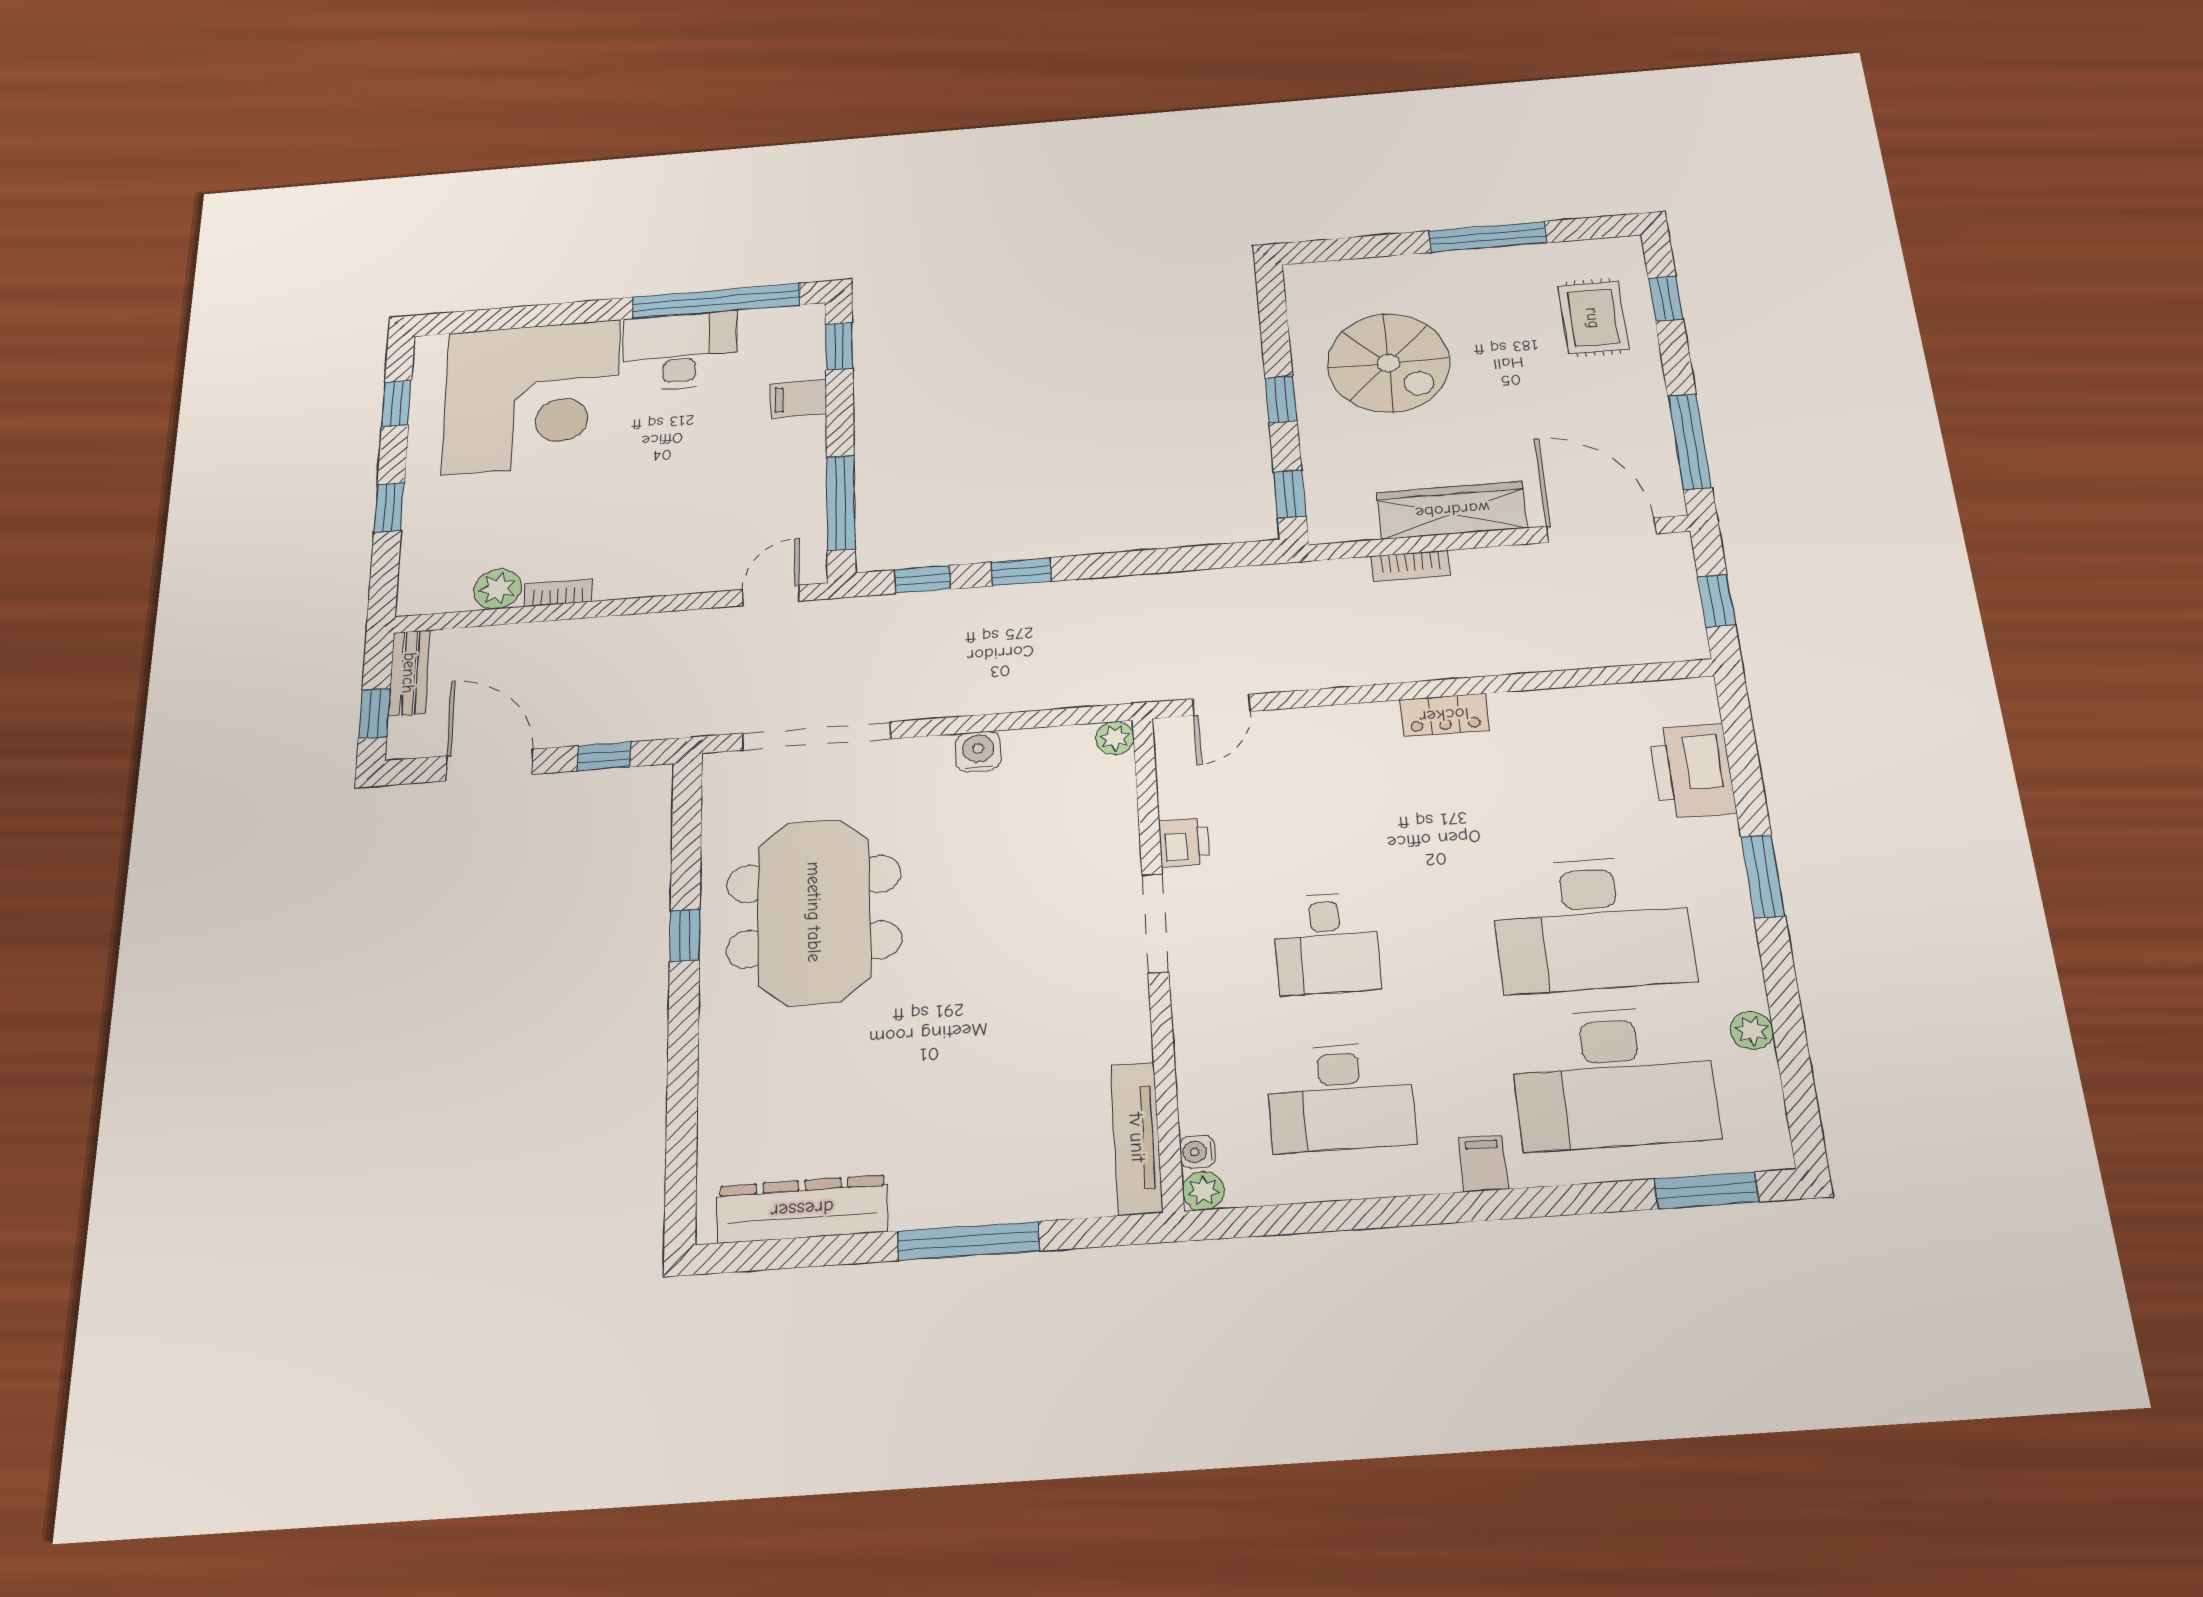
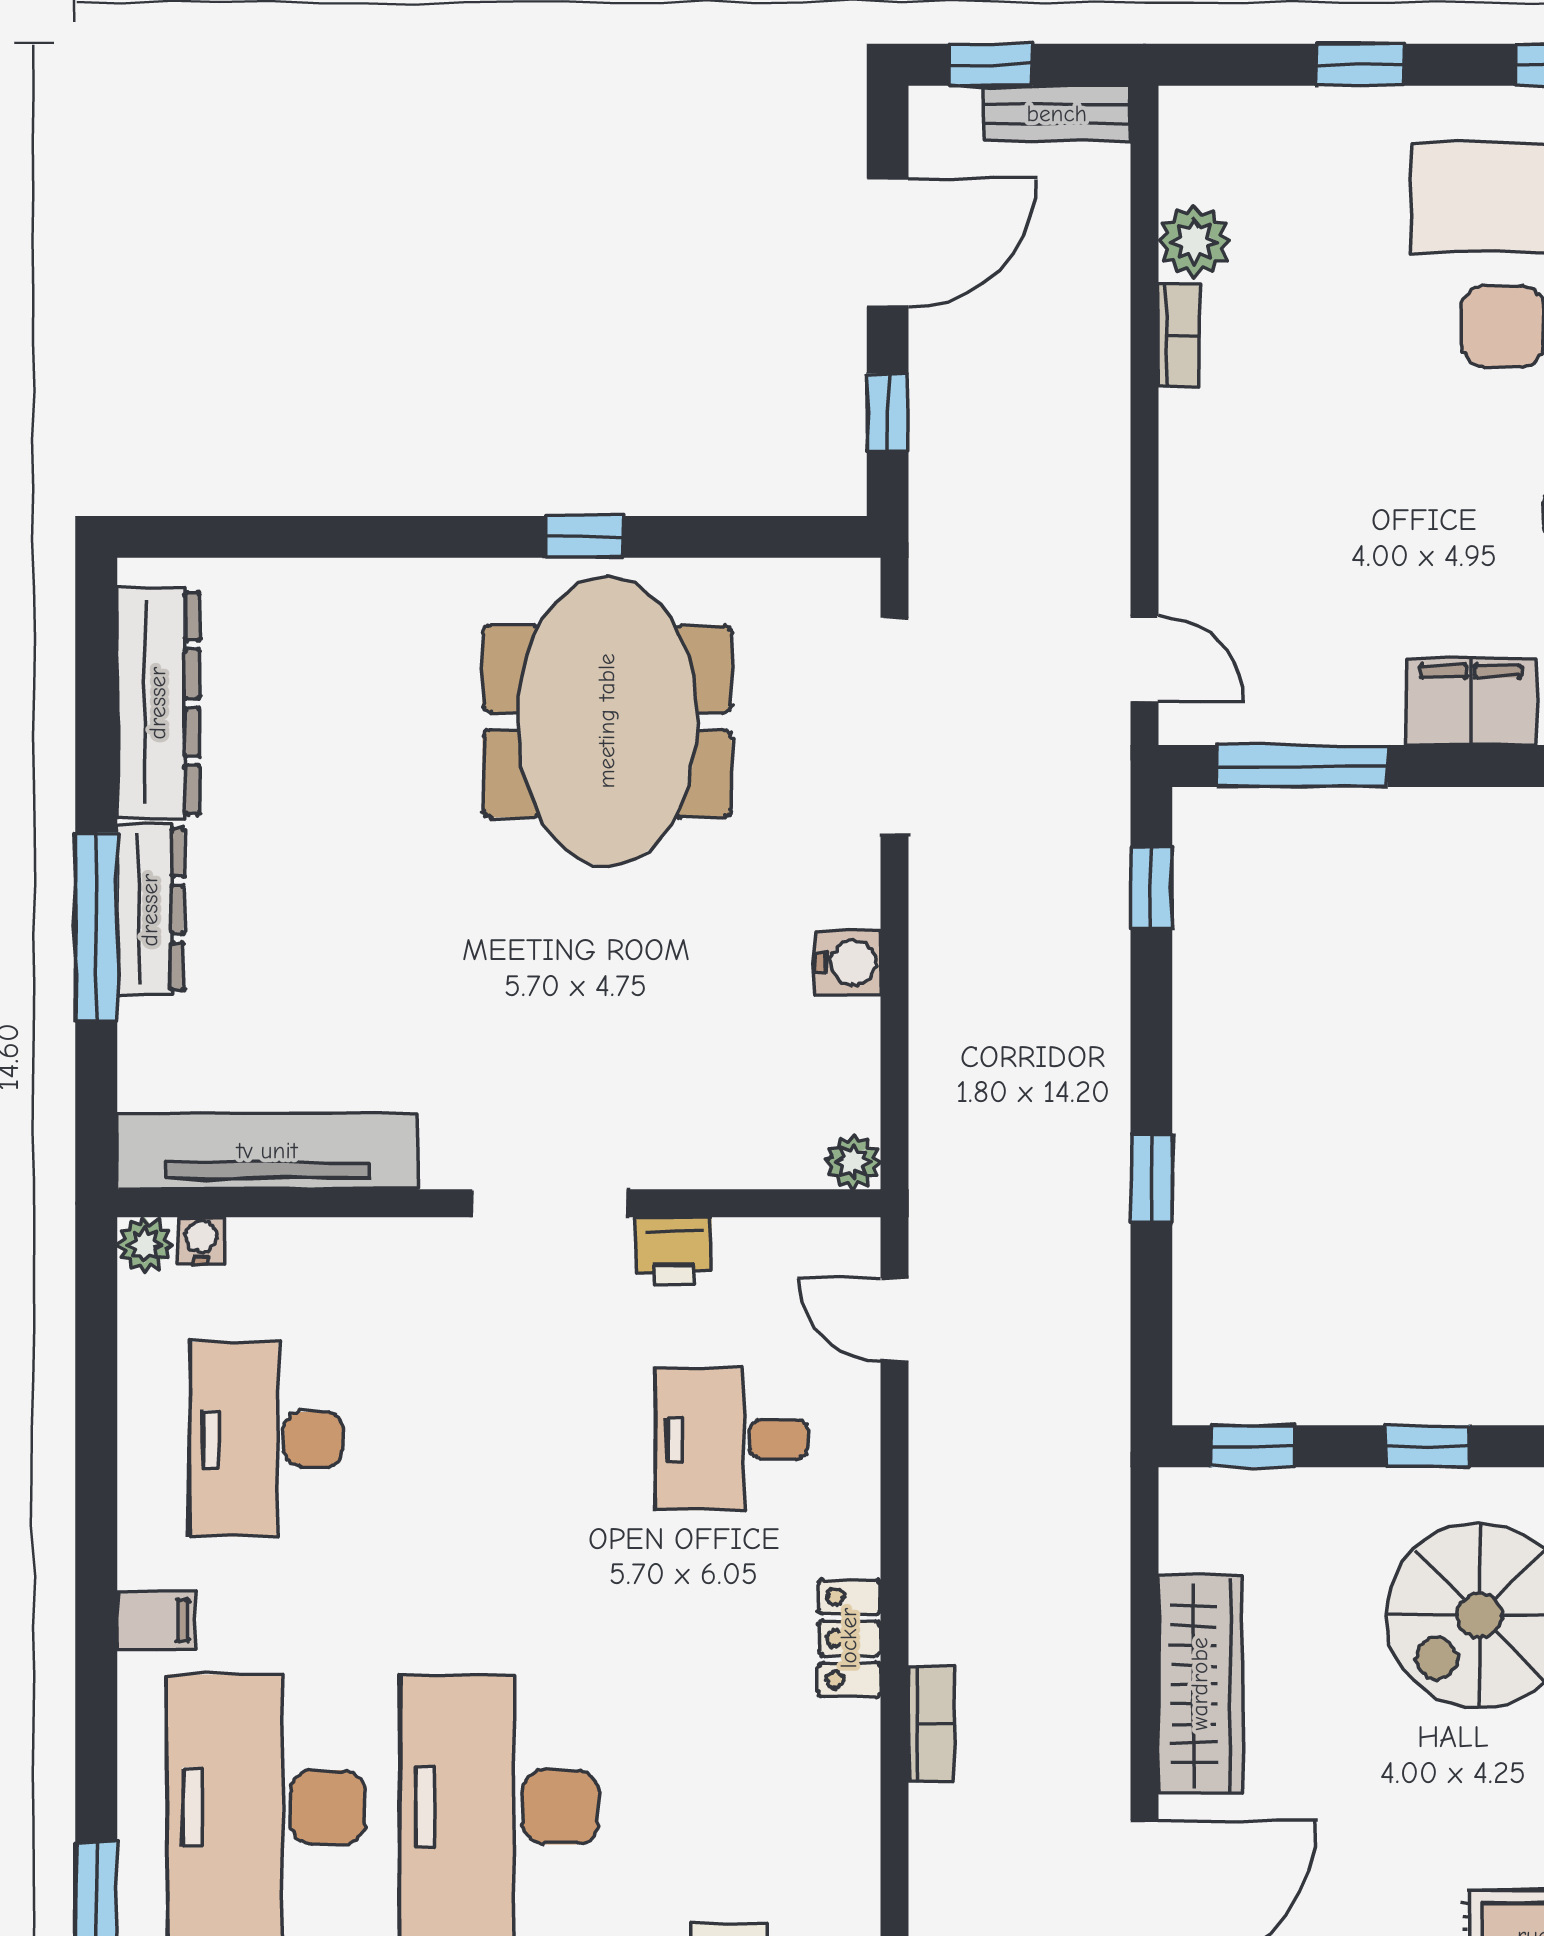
filing cabinet: (799, 399) -> (1471, 702), width x2.00
bookcase: (1410, 566) -> (931, 1724), moved, turned 180
window: (1021, 572) -> (1151, 1179), moved
meeting table: (814, 912) -> (607, 721), turned 90
desk: (1327, 943) -> (732, 1439), moved
tv unit: (1137, 1138) -> (267, 1151), width x1.36, depth x1.29
dresser: (954, 1204) -> (150, 910), added

